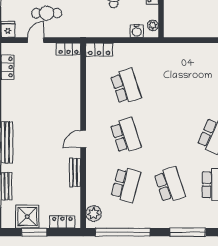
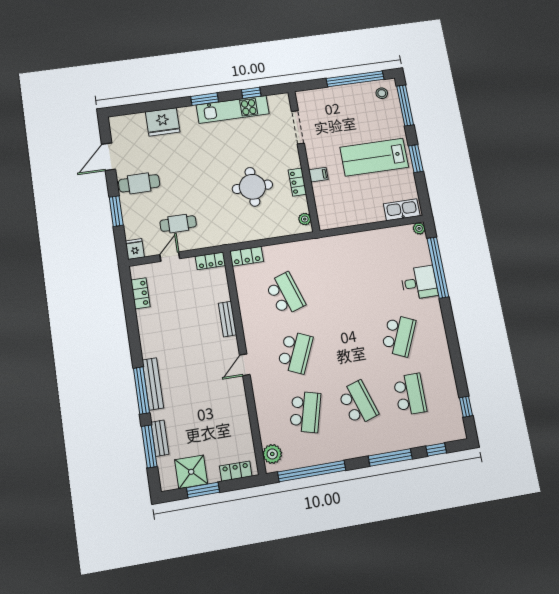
water cooler: (137, 31) -> (287, 228), removed
school desk: (126, 135) -> (295, 352), turned 42
bench: (75, 172) -> (227, 319), moved

